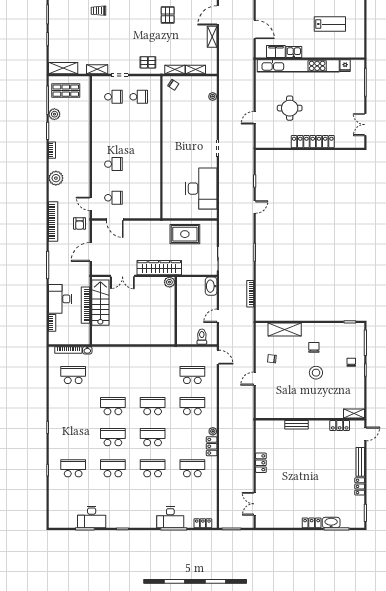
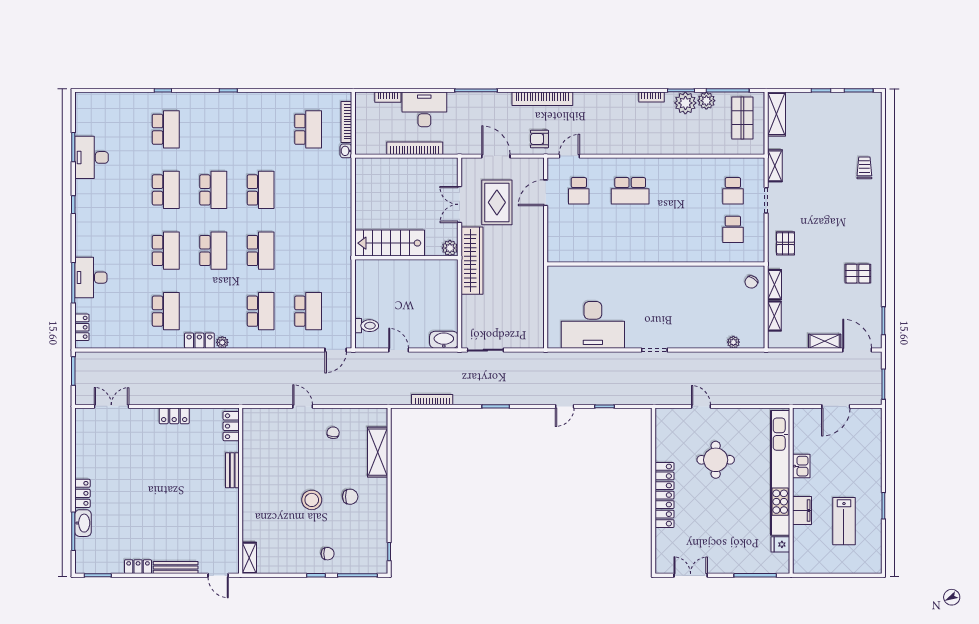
filing cabinet: (276, 51) -> (802, 510), moved
school desk: (113, 164) -> (630, 191), width x1.85
plant: (56, 178) -> (685, 103), moved
door: (255, 207) -> (565, 406), hinge flipped
rug: (185, 234) -> (497, 202), moved
plant: (169, 282) -> (450, 248), moved
stairs: (100, 303) -> (390, 243), moved, turned 180
wall: (176, 311) -> (406, 258), moved
locker: (340, 425) -> (231, 426), moved

